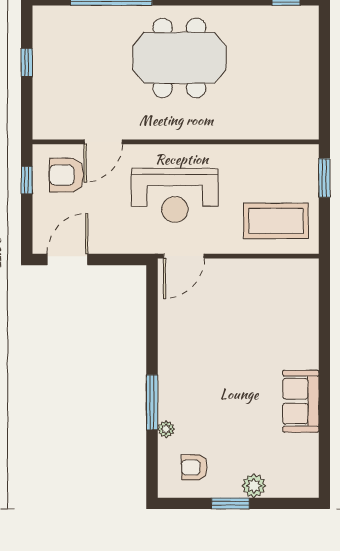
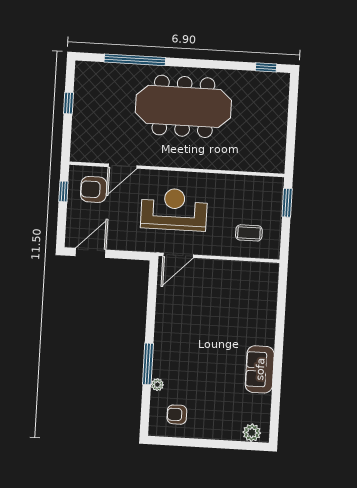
meeting table: (179, 58) -> (183, 106), width x1.36
reception desk: (175, 195) -> (174, 209), turned 180
coffee table: (276, 221) -> (249, 233), width x0.54, depth x0.58
plant: (254, 486) -> (252, 433), moved
window: (230, 503) -> (202, 443), removed

